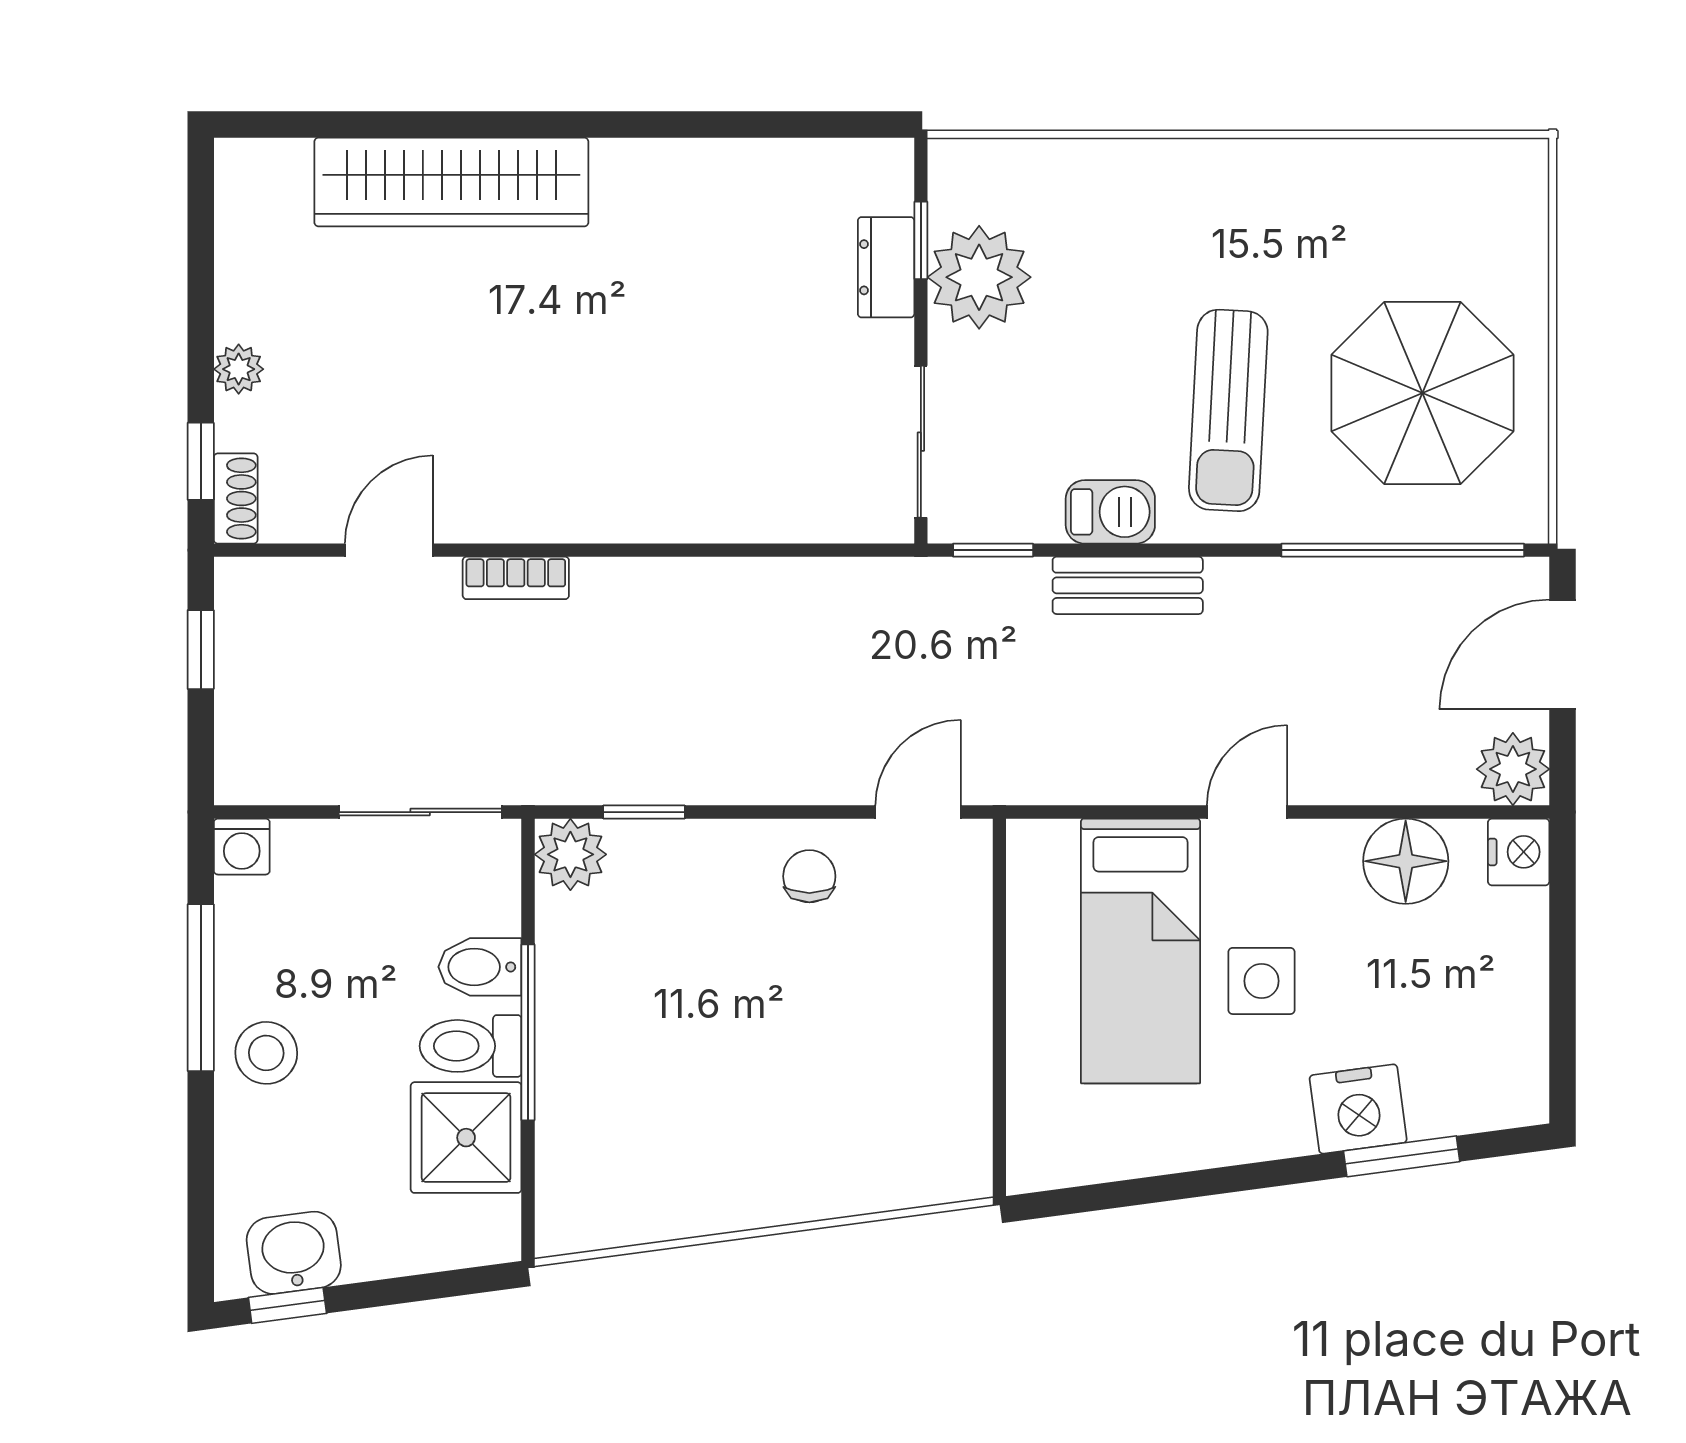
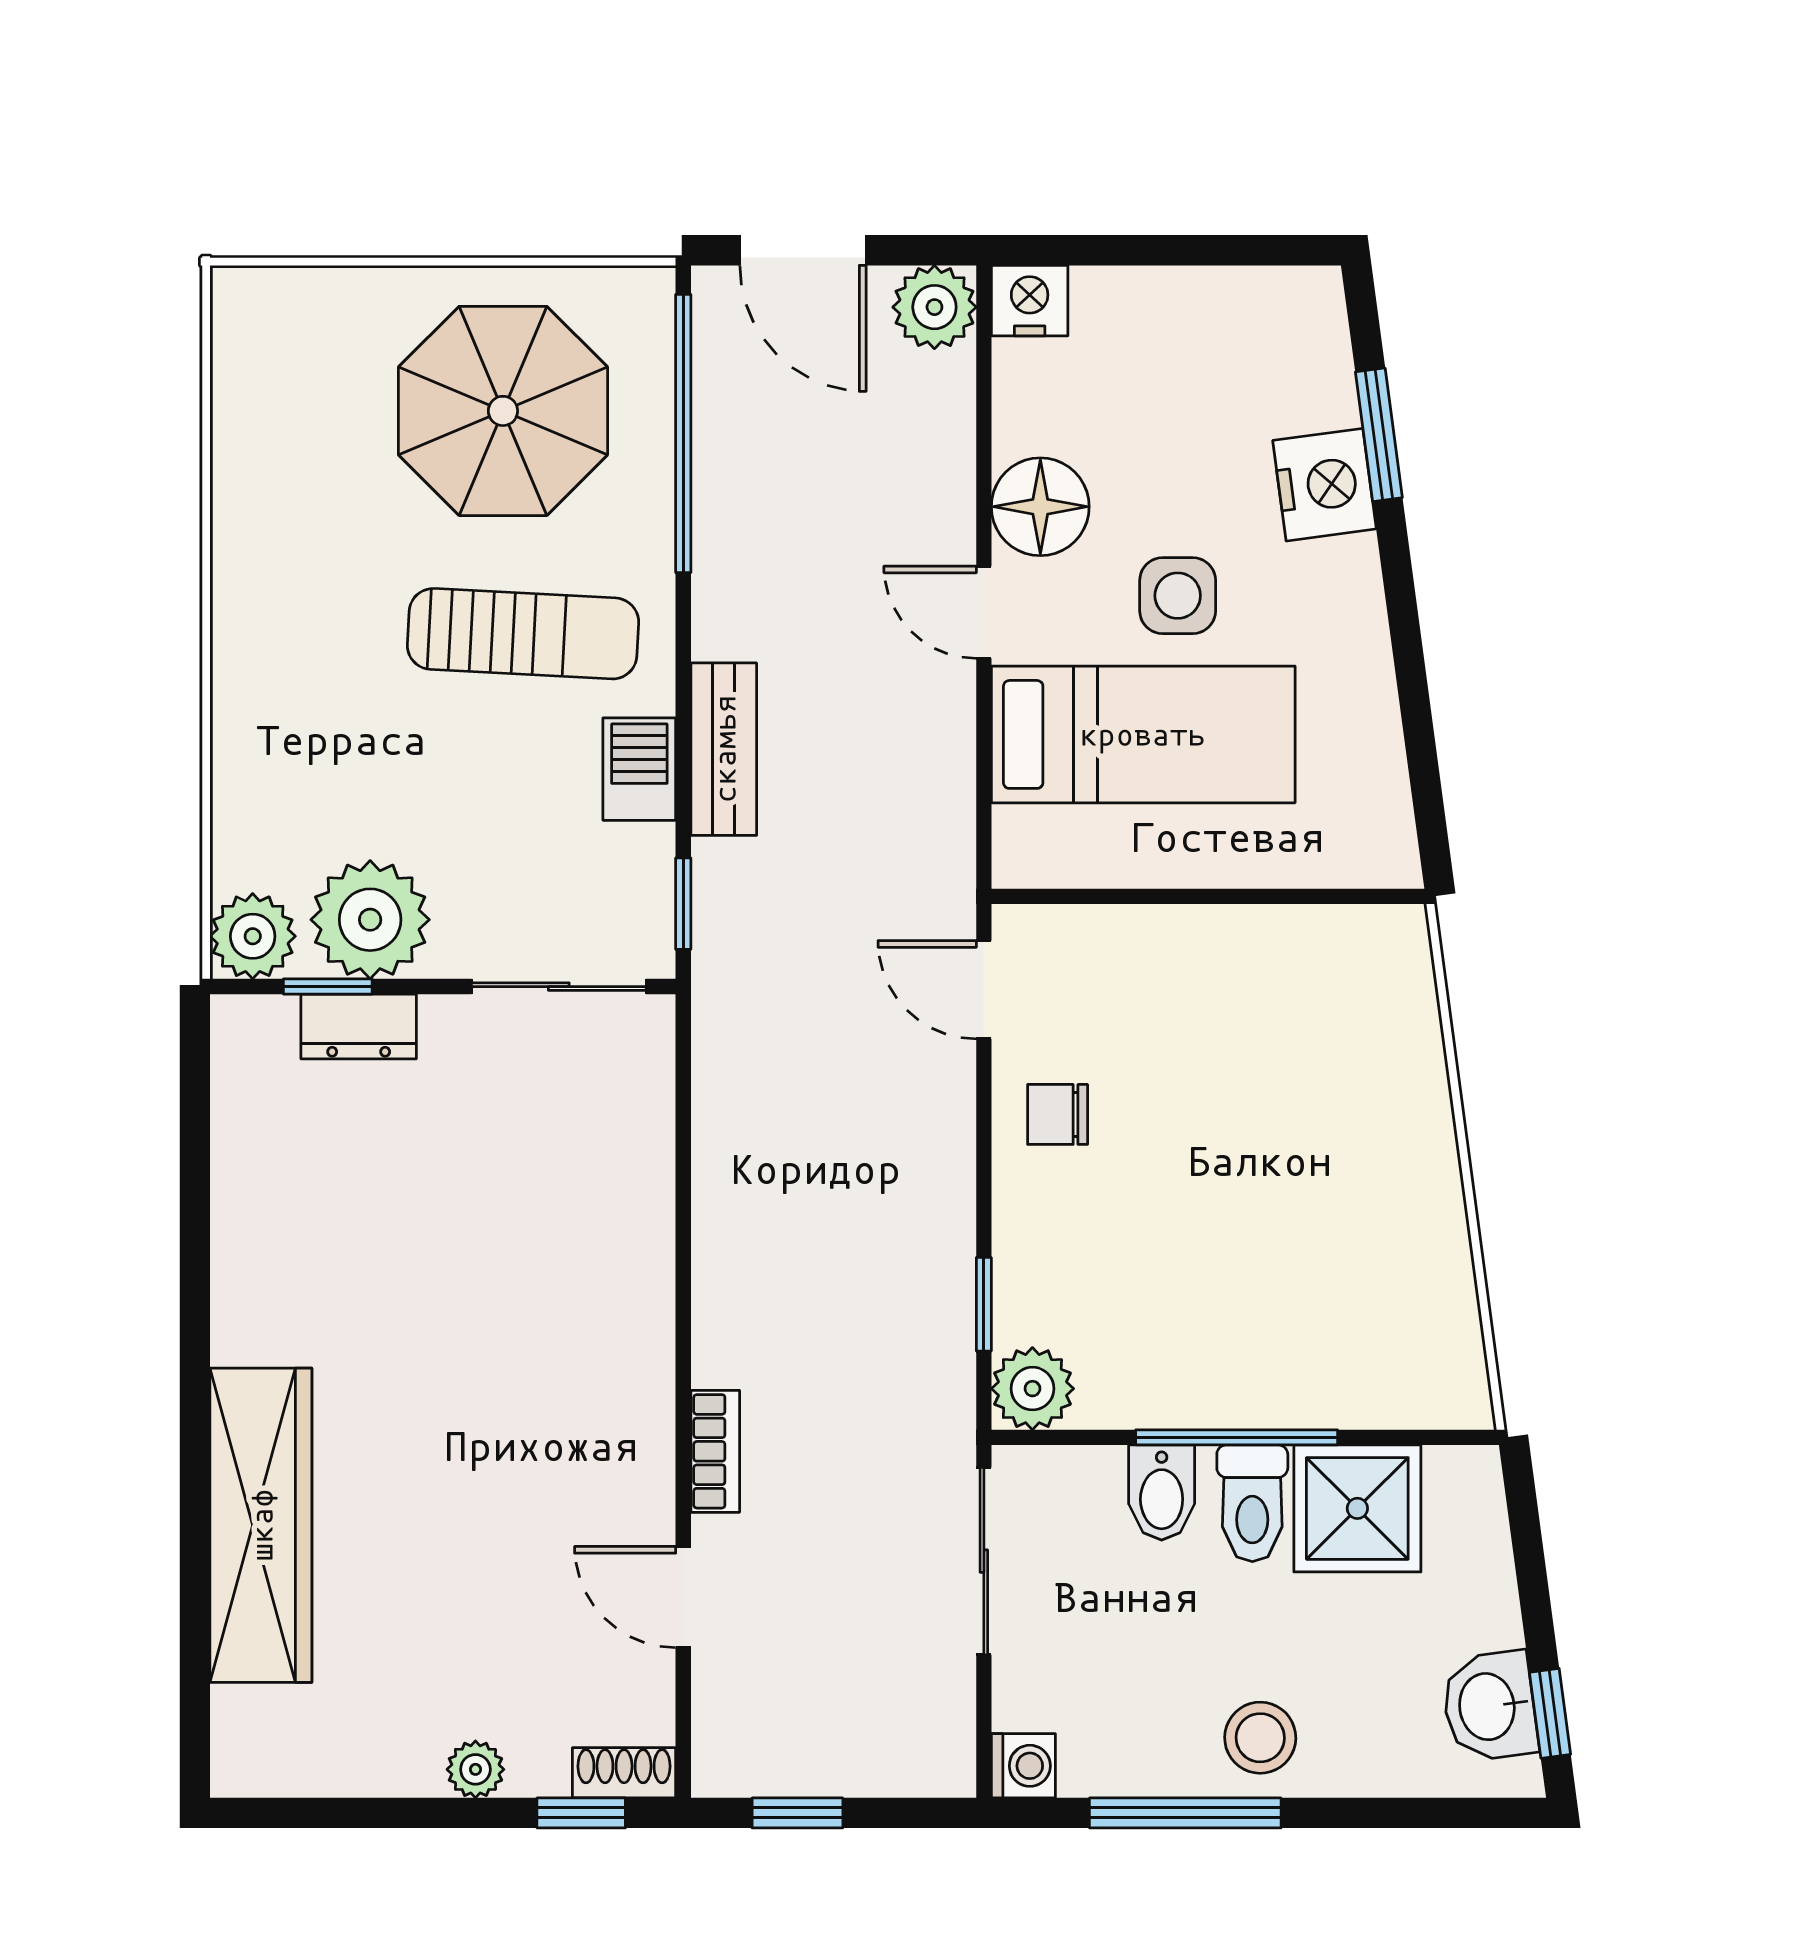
plant: (965, 175) -> (253, 936), added
floor lamp: (1406, 861) -> (1040, 507), moved

